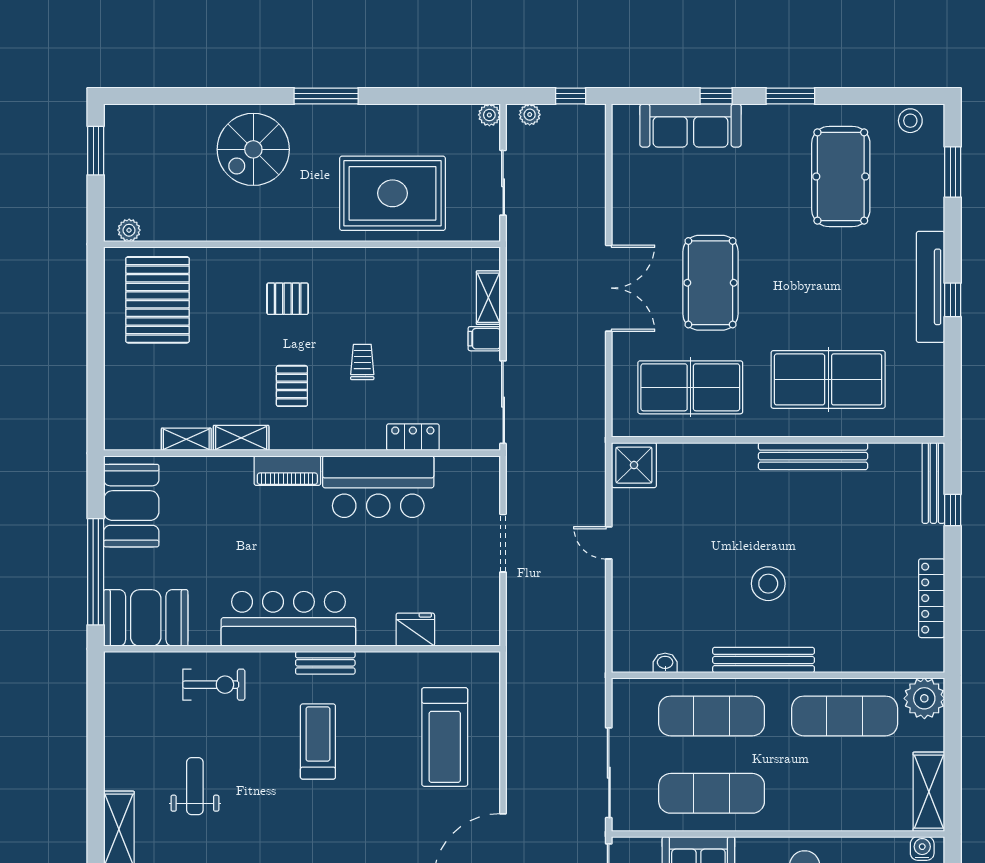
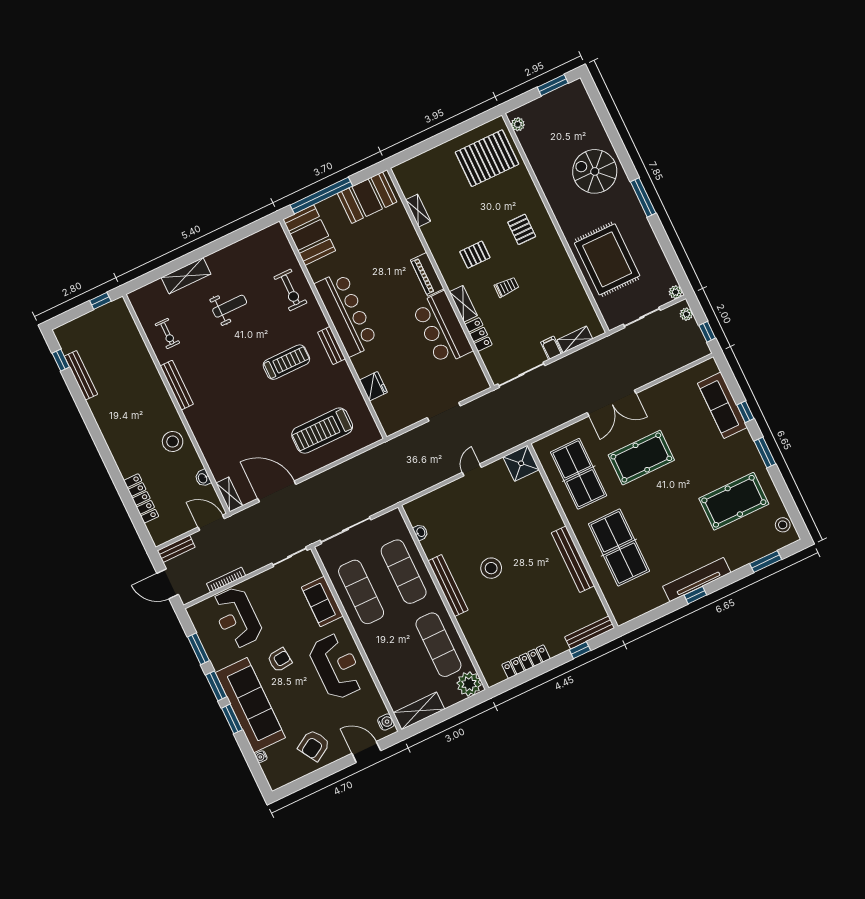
shelving: (241, 438) -> (463, 304), moved

